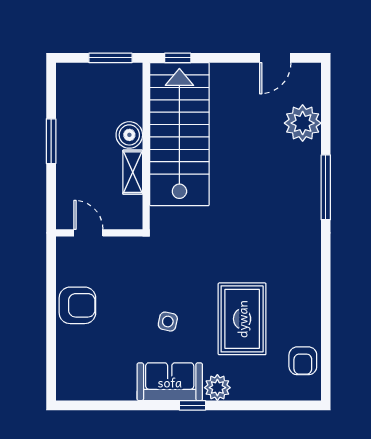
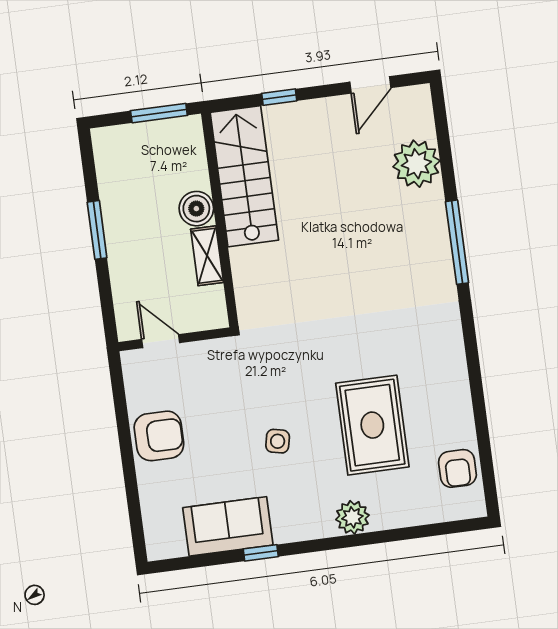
window: (178, 58) -> (279, 97), moved
stairs: (179, 134) -> (244, 176), width x0.73, depth x0.66
sofa: (170, 382) -> (228, 526), moved
window: (192, 405) -> (261, 553), moved

